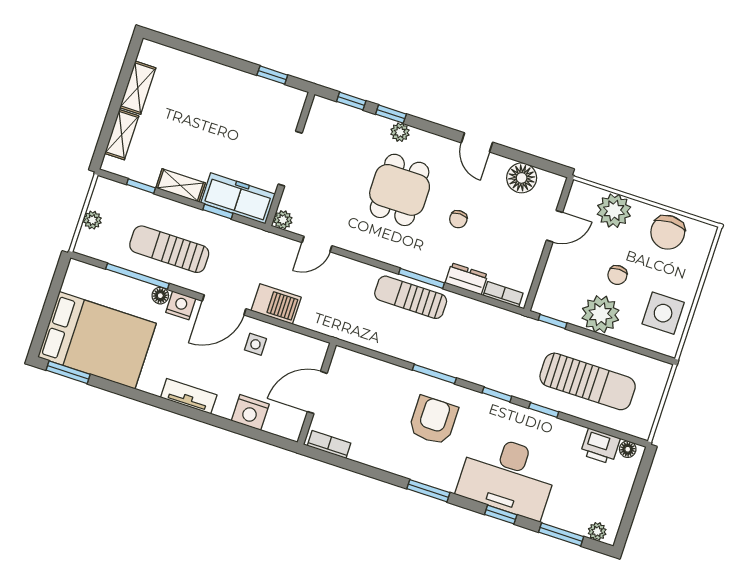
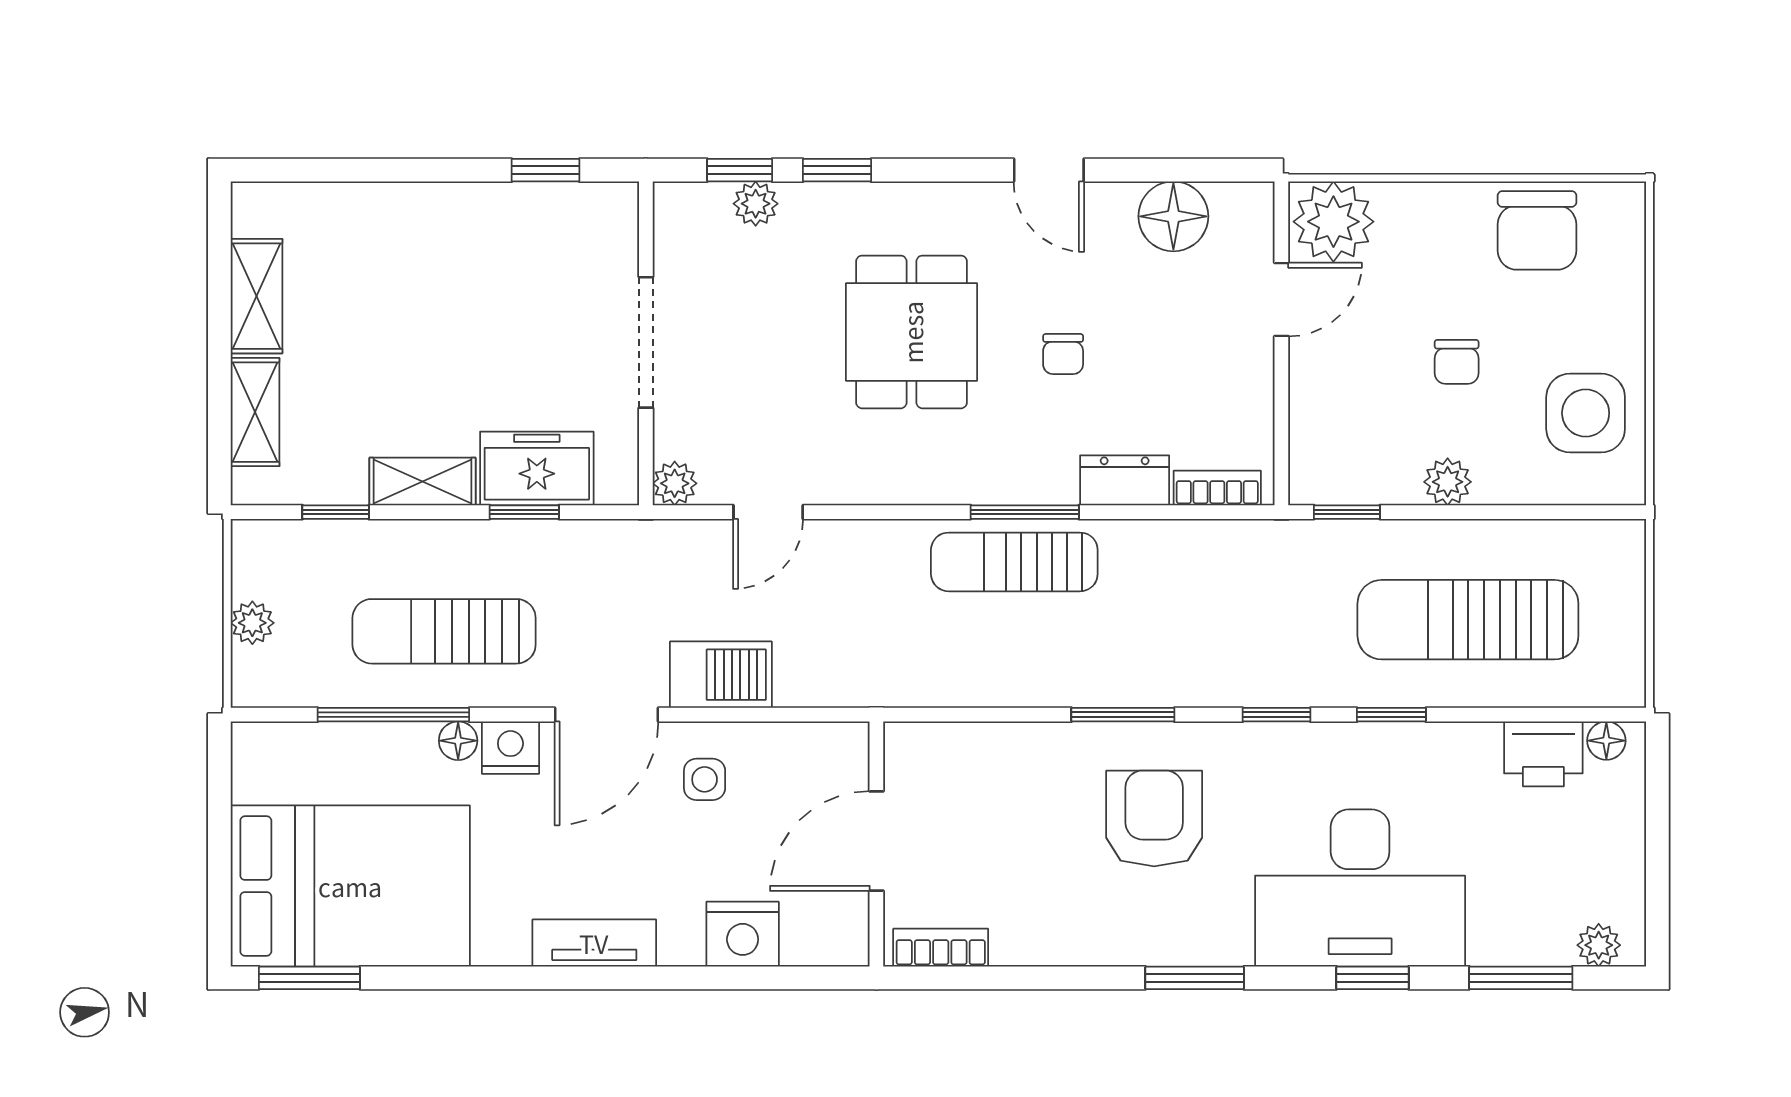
plant: (400, 132) -> (756, 204), moved
freezer: (238, 198) -> (537, 469), width x0.71
plant: (614, 211) -> (1333, 222), moved
plant: (600, 314) -> (1448, 482), width x0.53, depth x0.53
sun lounger: (588, 381) -> (1468, 620), turned 180

